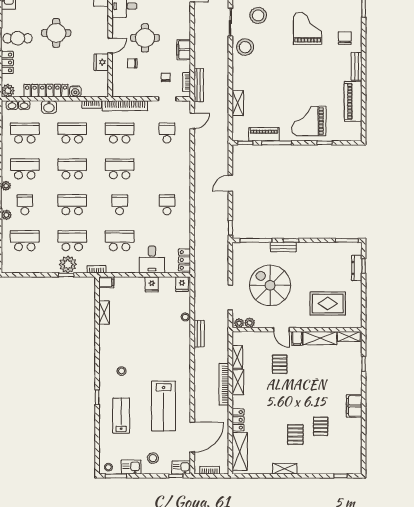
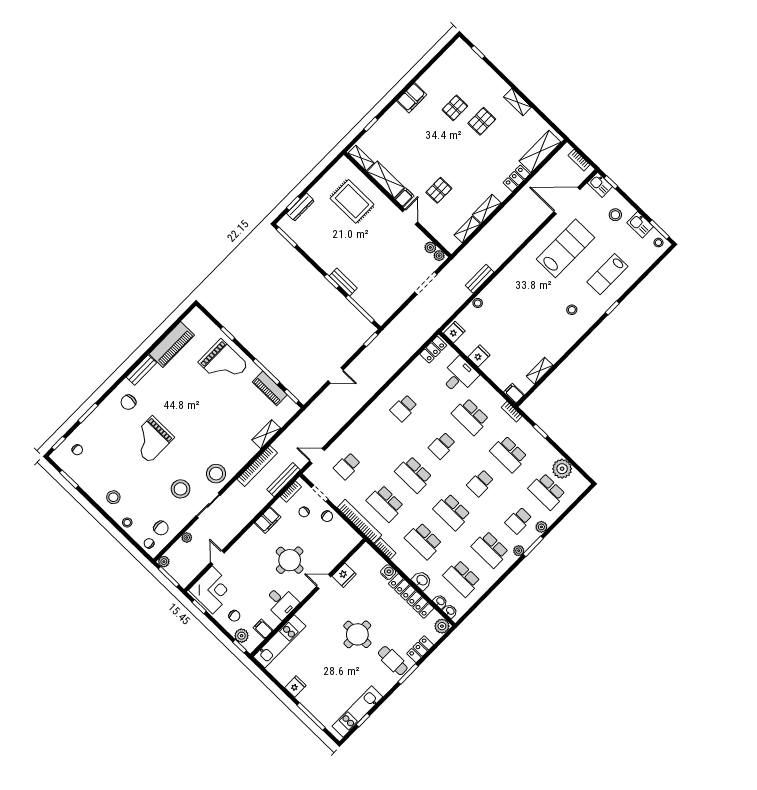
chair: (132, 63) -> (327, 516), moved
school desk: (72, 205) -> (480, 483), width x0.54
plant: (68, 264) -> (562, 469), moved
spiral stairs: (270, 285) -> (384, 262), removed
bookcase: (224, 384) -> (257, 466), moved

